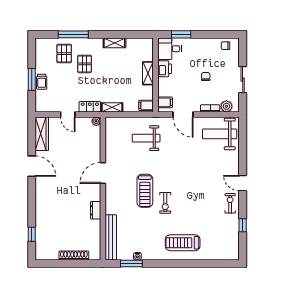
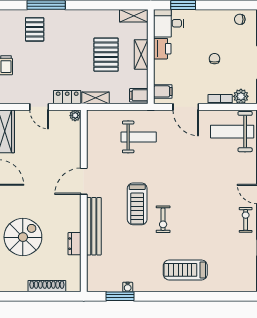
shelving: (114, 43) -> (134, 16), moved
pallet: (85, 64) -> (106, 55), moved, width x1.50, depth x1.42
weight bench: (146, 138) -> (139, 137), turned 180
dresser: (96, 210) -> (74, 244), moved
spiral stairs: (55, 217) -> (23, 237), added
bench: (111, 237) -> (94, 226), moved

